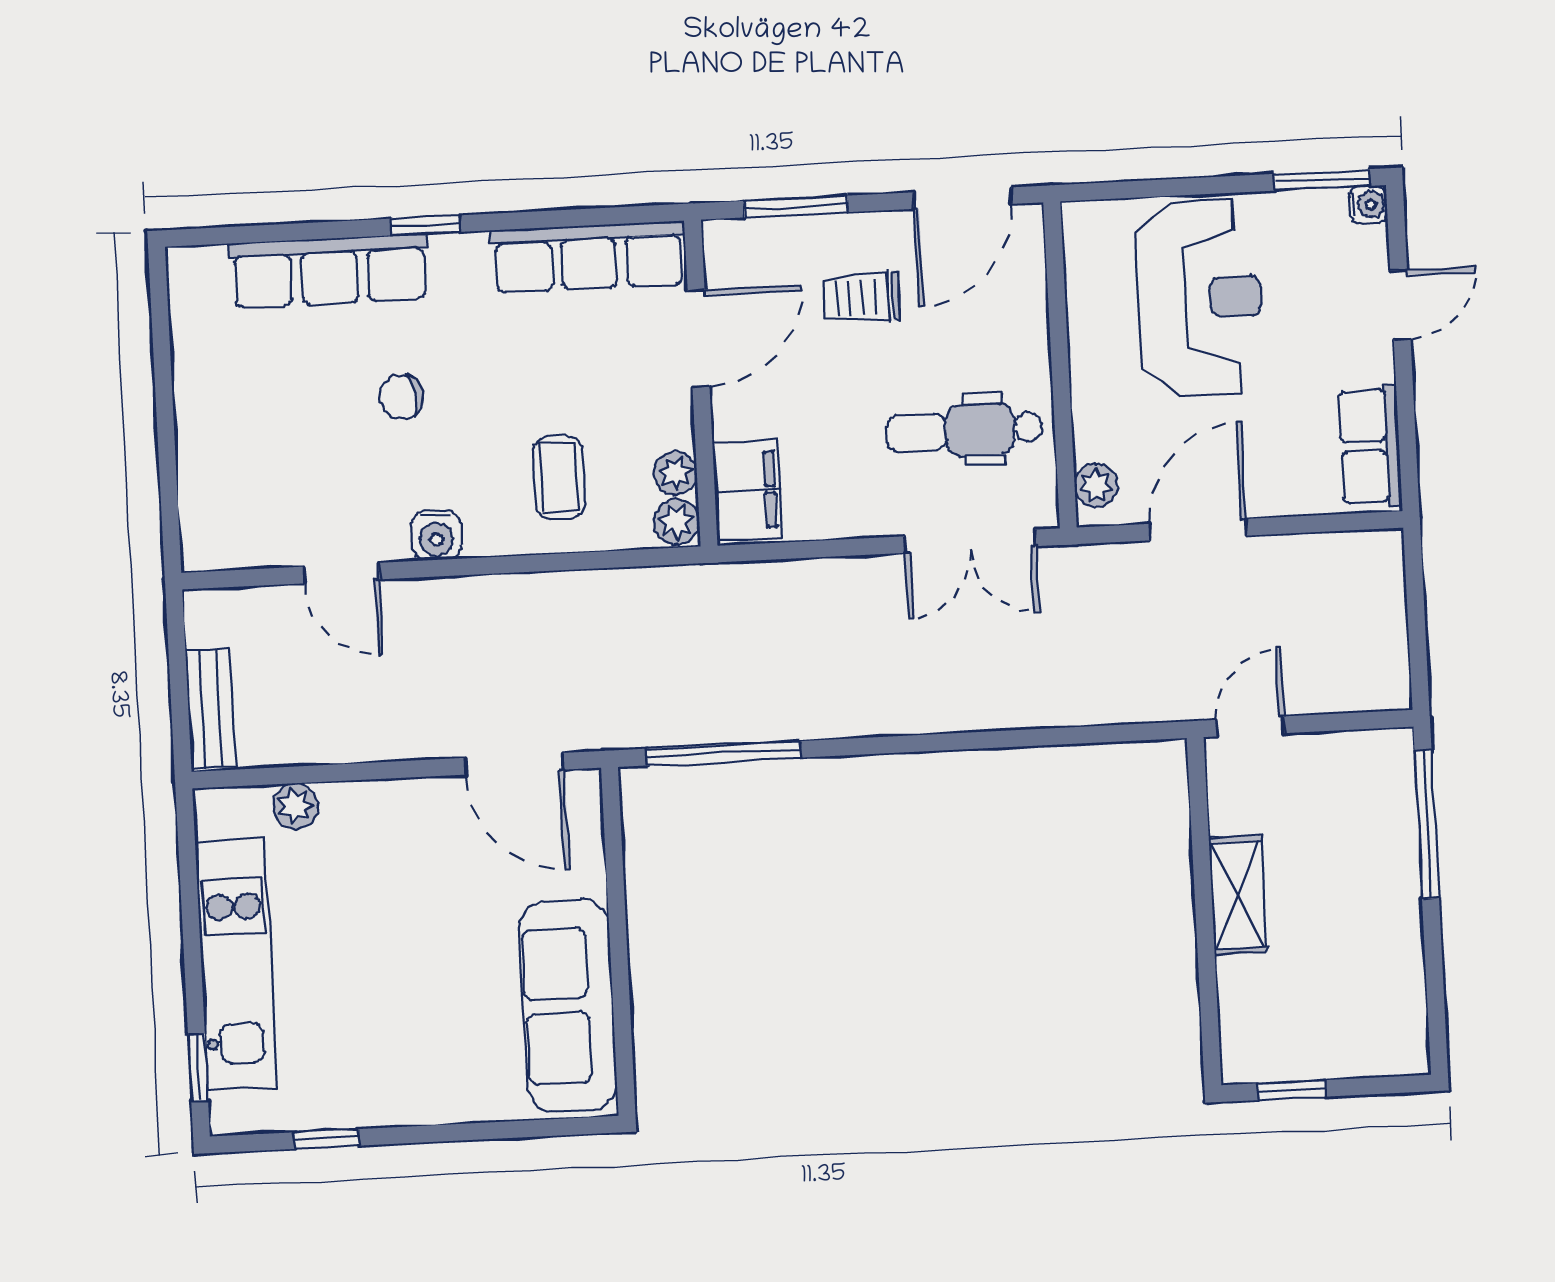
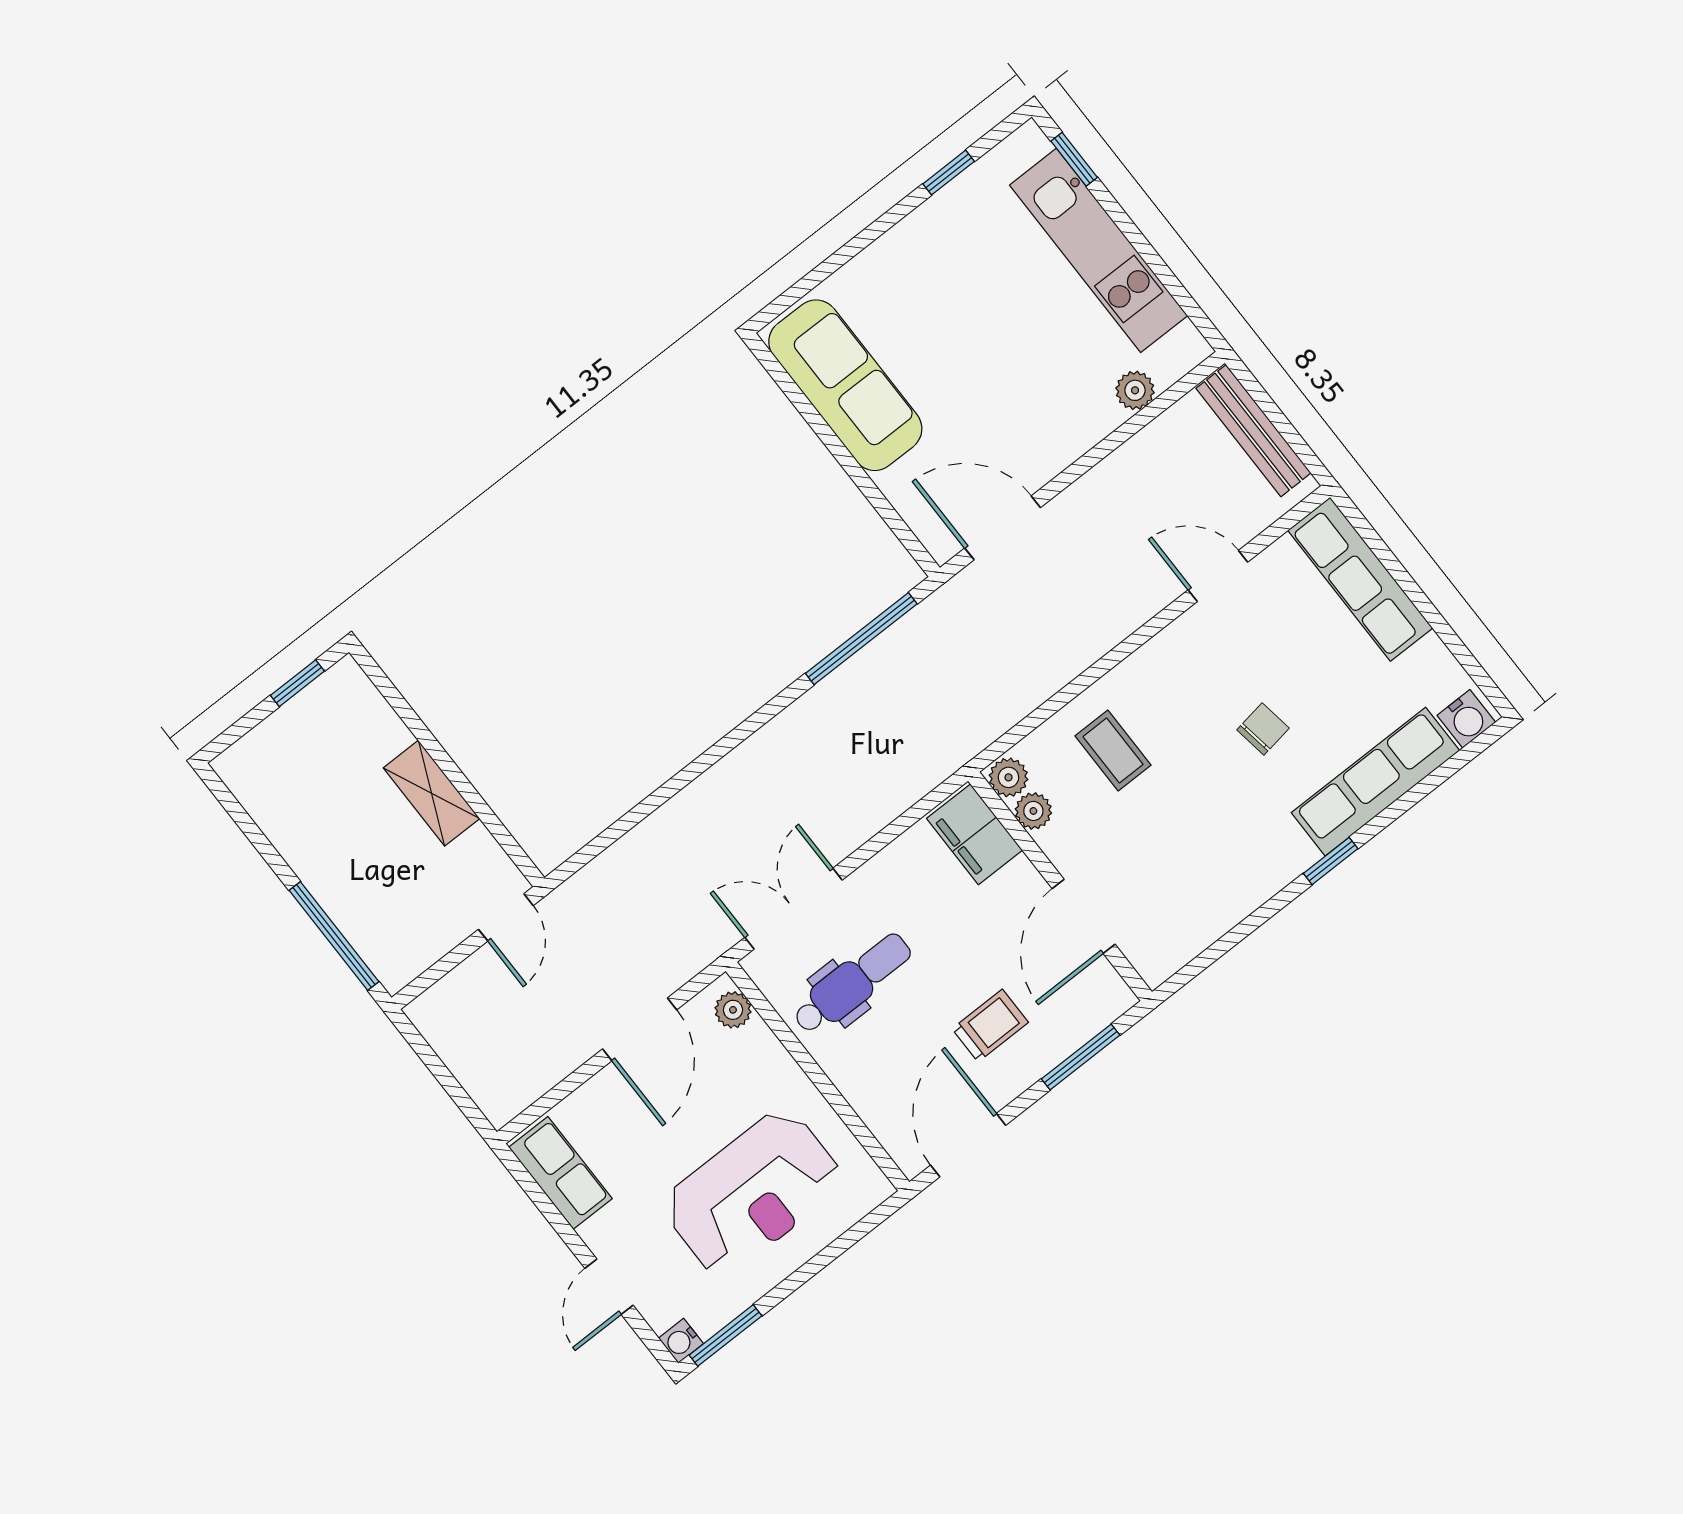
row of seats: (589, 257) -> (1360, 579), moved, turned -90
reception desk: (1200, 298) -> (753, 1193), turned -90
water cooler: (436, 535) -> (1466, 719), moved, turned 180
bench: (211, 709) -> (1253, 431), width x1.36

